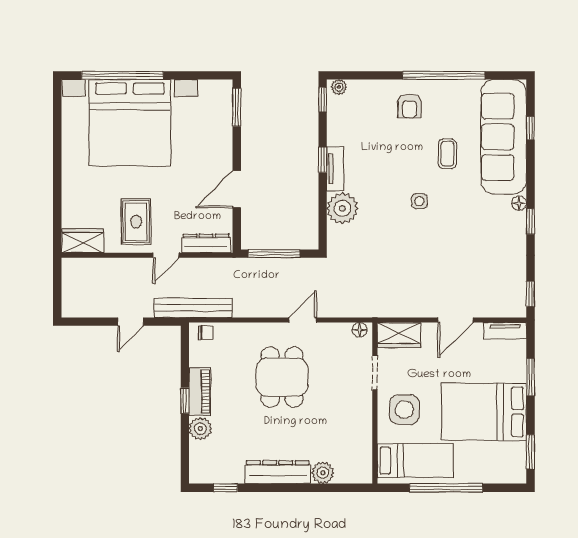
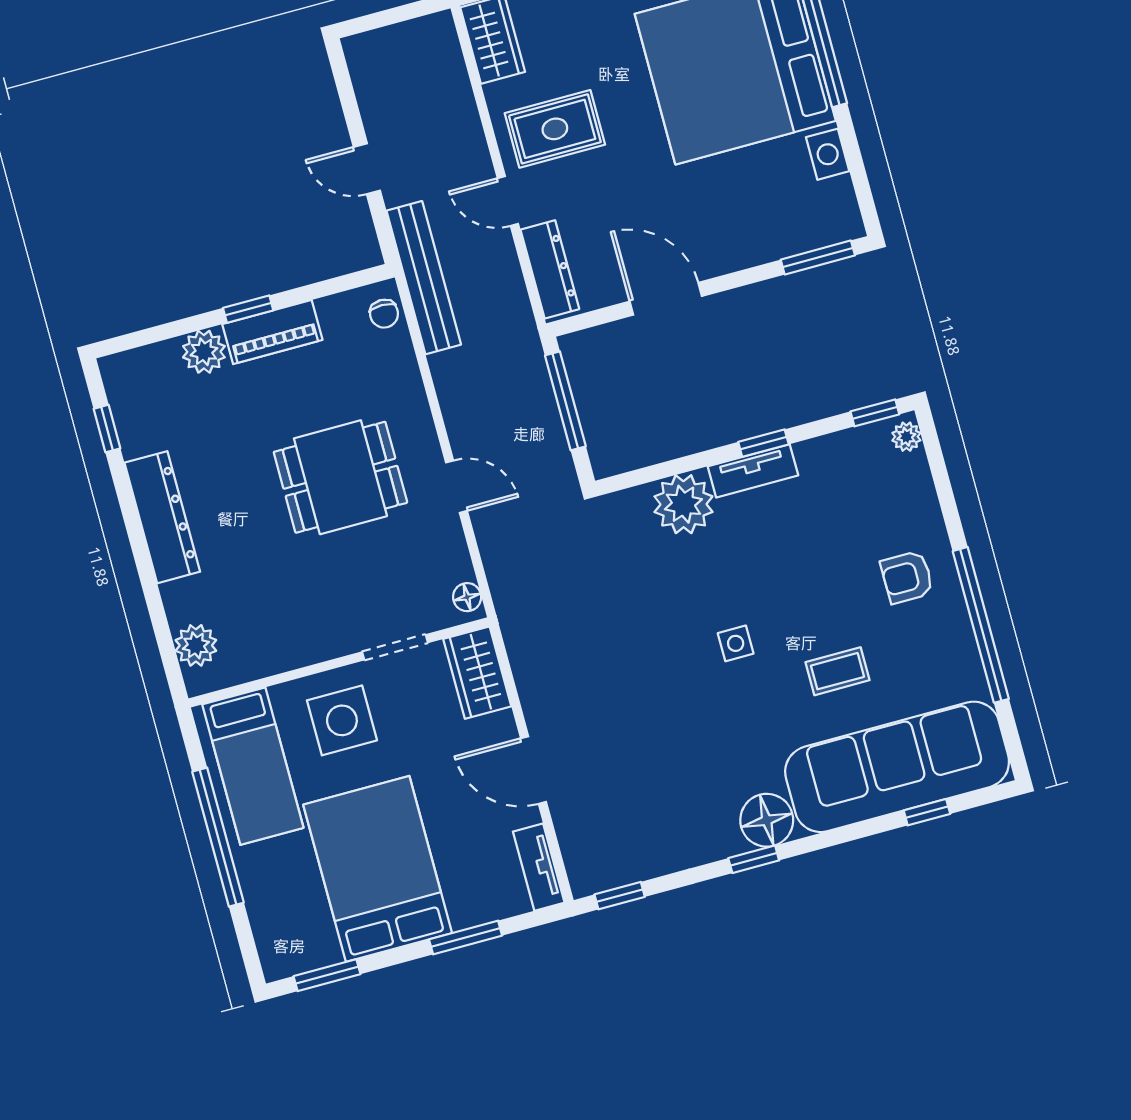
floor lamp: (519, 203) -> (767, 820), width x1.89, depth x1.89
plant: (323, 473) -> (196, 645), moved

